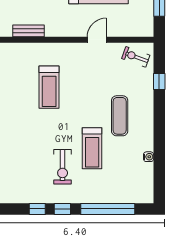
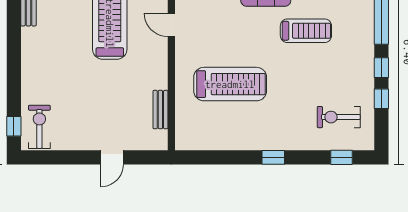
treadmill: (49, 87) -> (230, 84), width x1.37, depth x1.37
exercise bike: (63, 167) -> (339, 117), moved, turned 180

